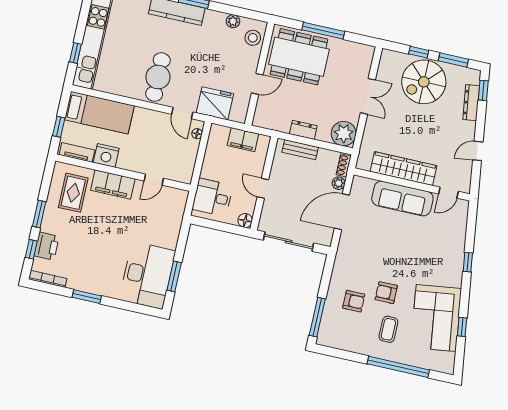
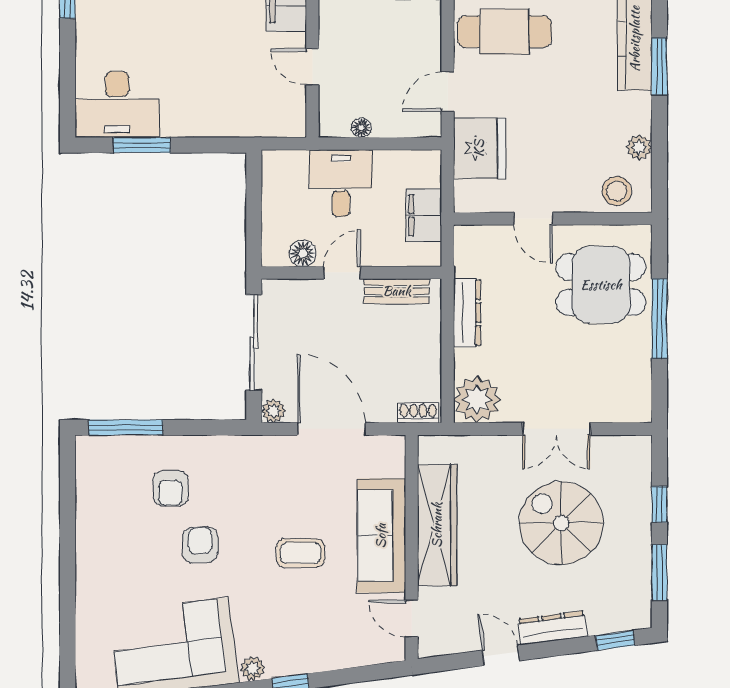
dining table: (299, 57) -> (601, 285), width x0.73
spiral stairs: (424, 82) -> (561, 523), moved
dresser: (471, 103) -> (553, 628), moved
dresser: (303, 130) -> (467, 313), width x1.44
floor lamp: (197, 134) -> (361, 128), moved
bench: (300, 150) -> (397, 291), moved, turned 90
plant: (339, 183) -> (273, 411), moved
desk: (212, 197) -> (341, 183), moved
floor lamp: (245, 221) -> (303, 253), moved
desk: (147, 275) -> (117, 104), width x0.73, depth x0.77
plant: (456, 280) -> (252, 668), added
coffee table: (388, 329) -> (301, 553), moved
window: (398, 367) -> (68, 598), removed

